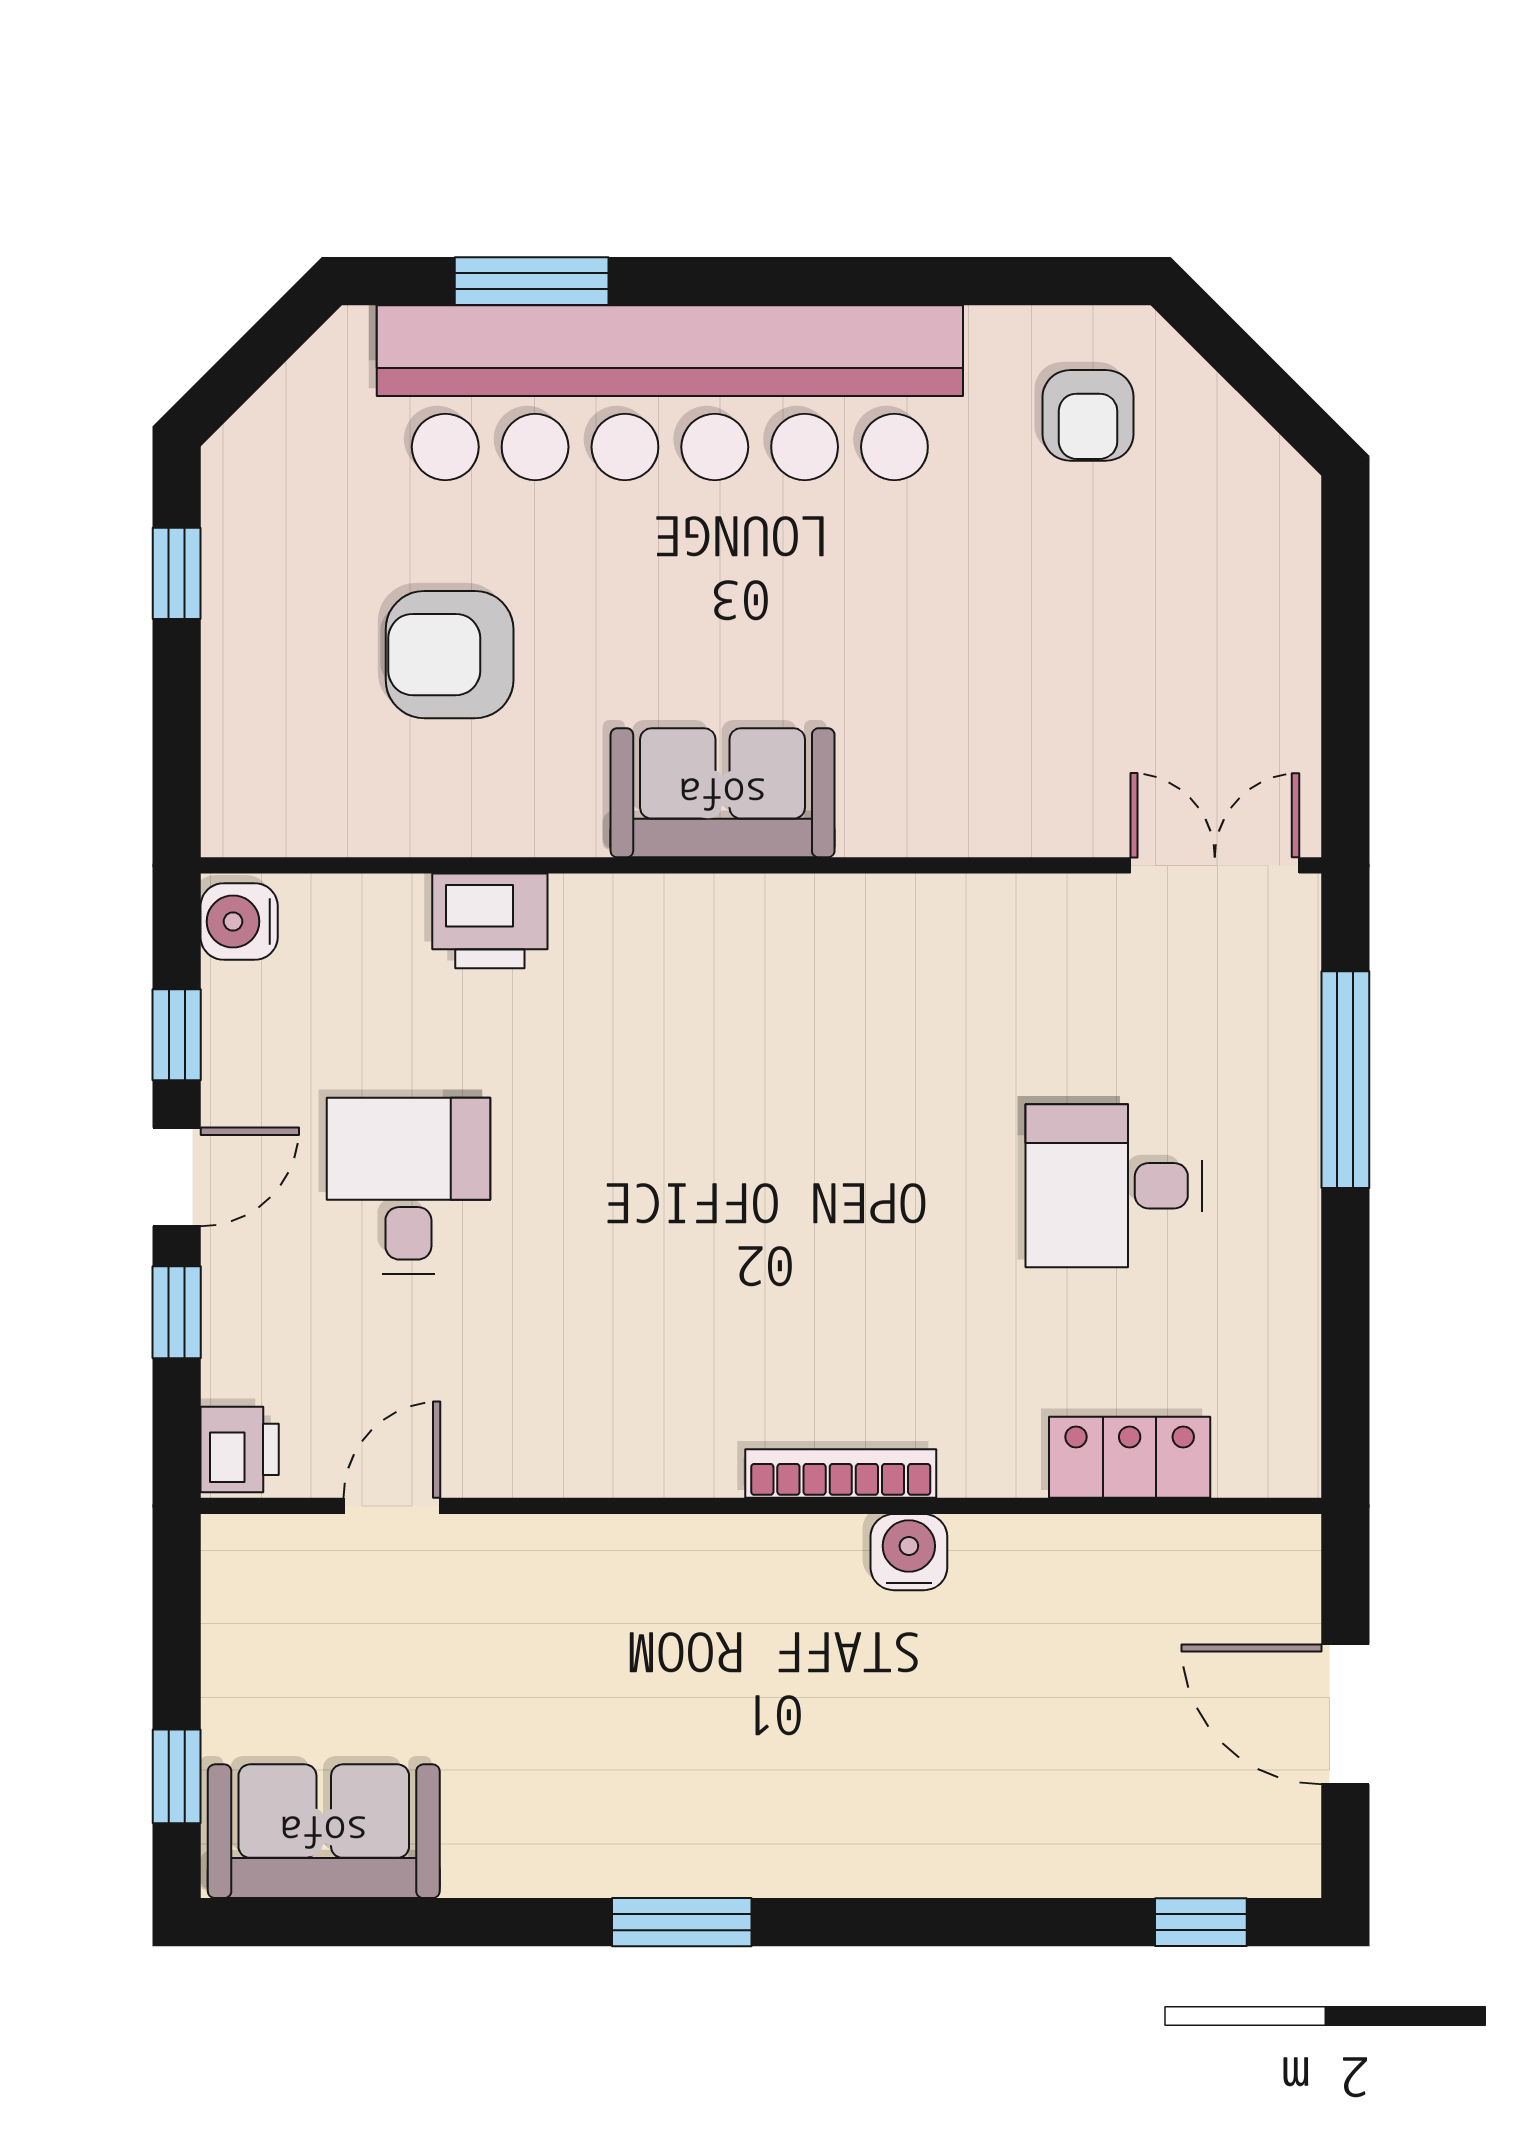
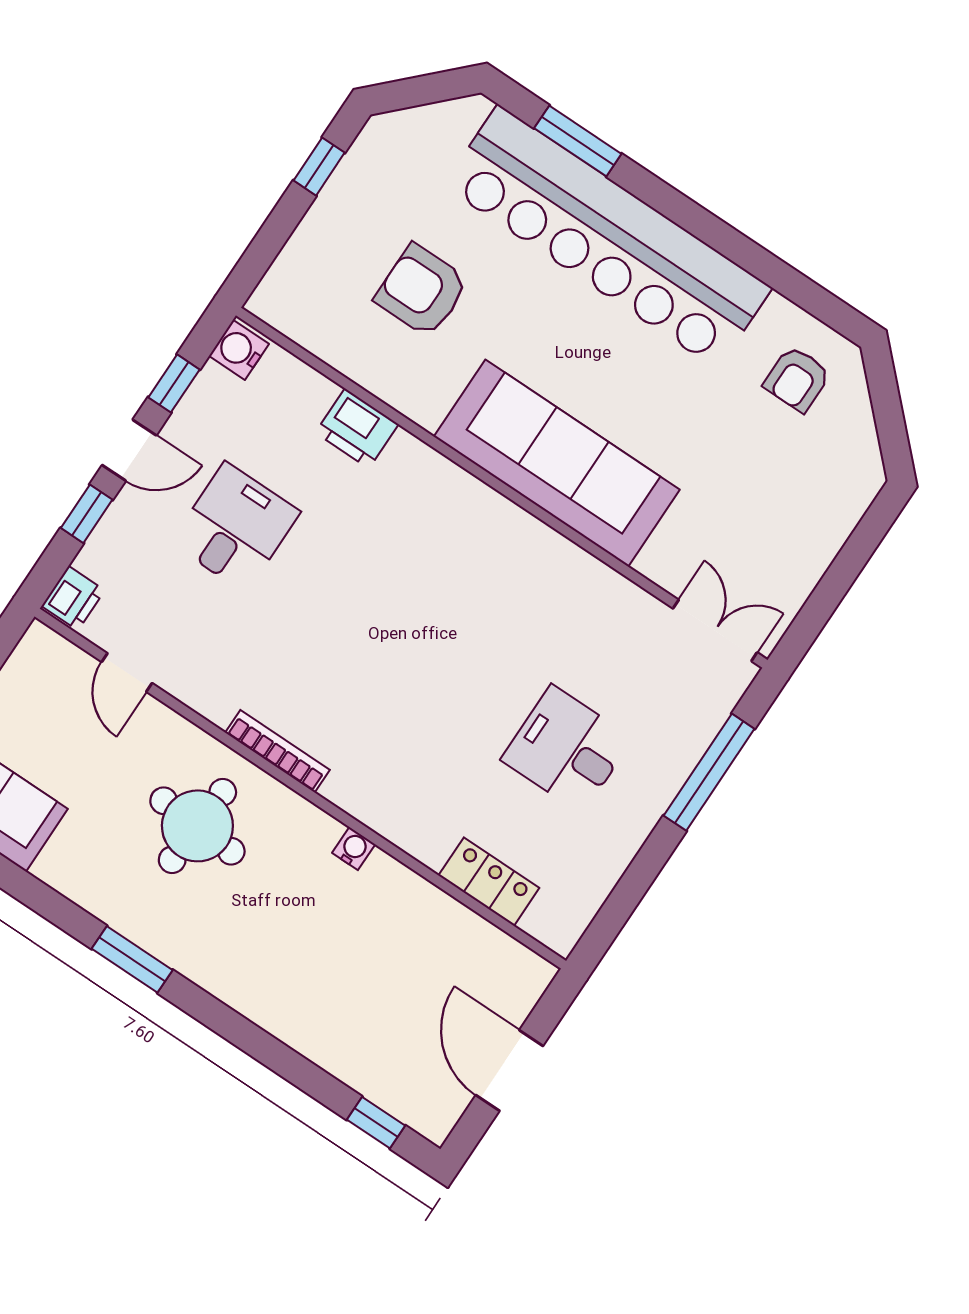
sofa: (723, 793) -> (557, 463), width x1.85, depth x1.27
bookcase: (841, 1474) -> (277, 751), moved
door: (392, 1506) -> (127, 673), swing flipped
water cooler: (909, 1552) -> (354, 849), width x0.72, depth x0.72
round table: (647, 1662) -> (197, 826), added

